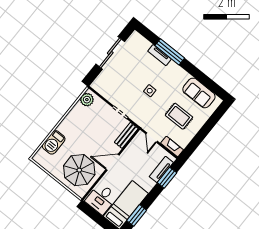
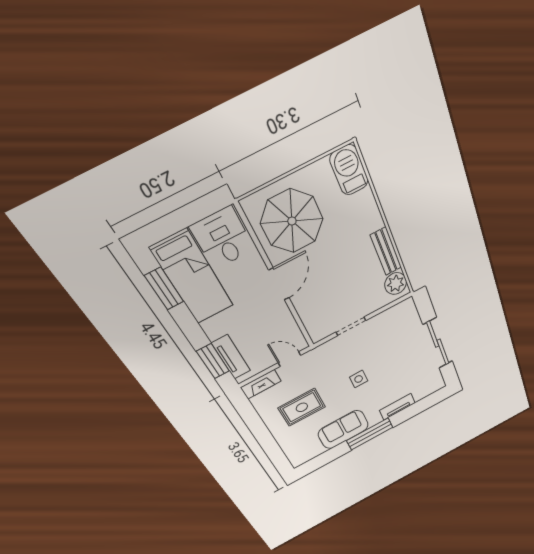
window: (170, 52) -> (370, 434), moved
sofa: (199, 93) -> (343, 430), moved
bench: (126, 135) -> (386, 251), moved
barbecue: (54, 142) -> (349, 170), moved

